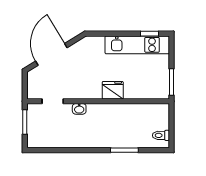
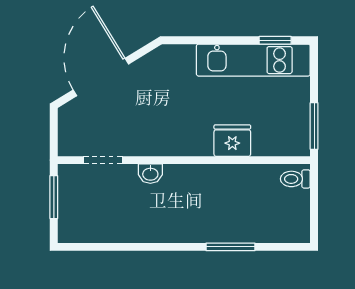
fridge: (113, 90) -> (232, 141), moved
toilet: (161, 135) -> (295, 179), moved

